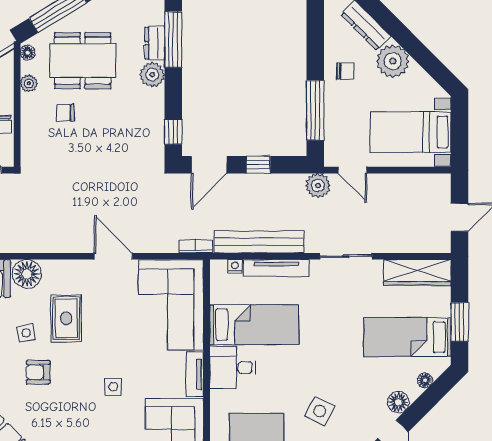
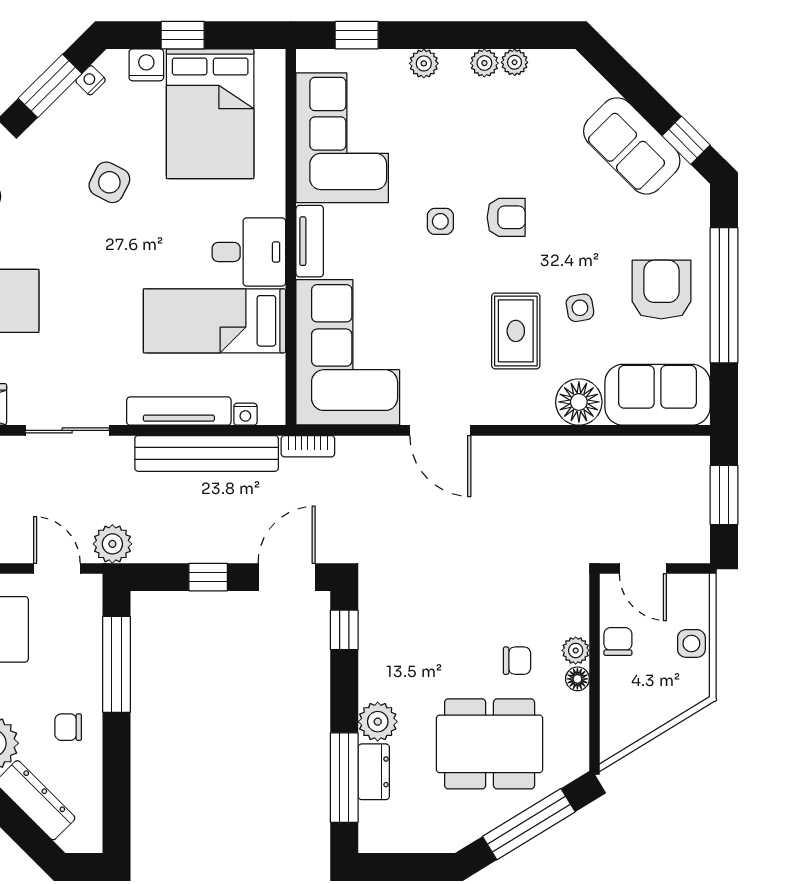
floor lamp: (28, 53) -> (577, 679), moved
plant: (29, 83) -> (576, 650), moved
armchair: (38, 372) -> (506, 217), moved

